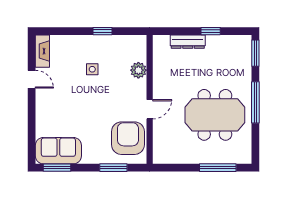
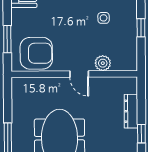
door: (150, 109) -> (79, 74), moved

